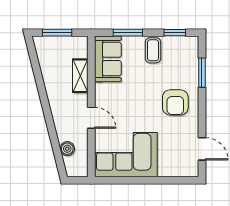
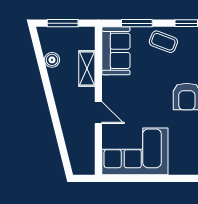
coffee table: (153, 50) -> (163, 42), turned -69
boiler: (67, 149) -> (52, 60), moved

